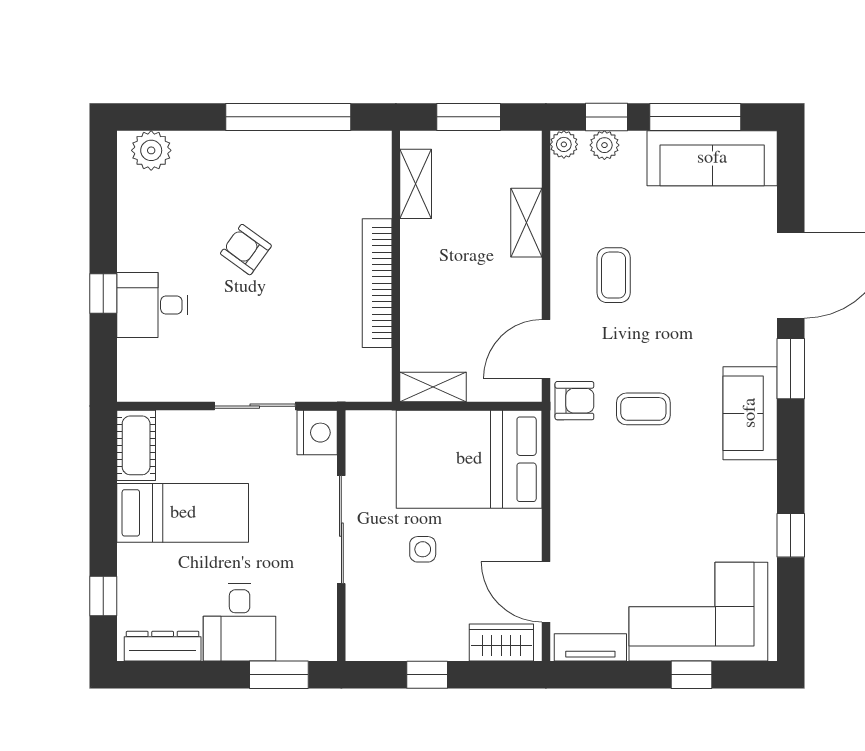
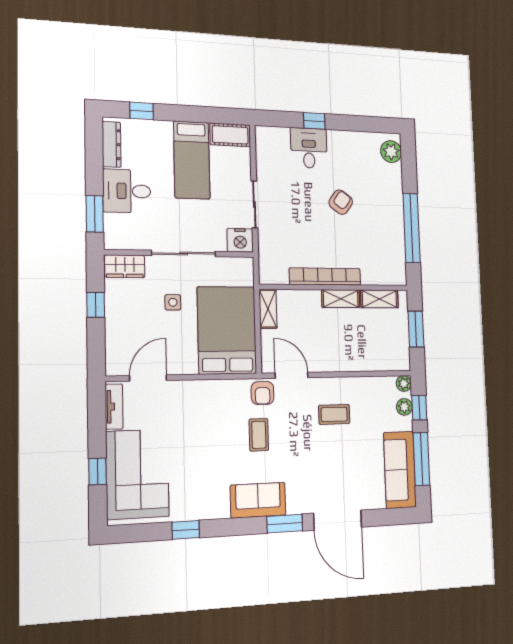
shelving: (526, 223) -> (341, 299), moved
wardrobe: (501, 642) -> (125, 266), moved, turned 90

